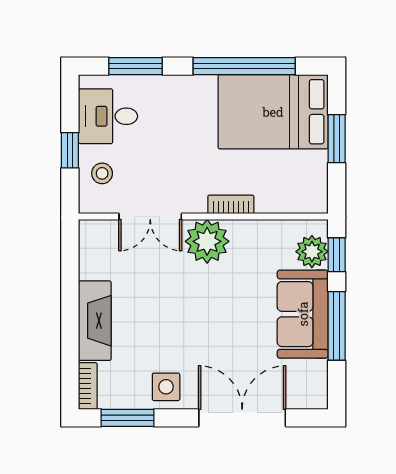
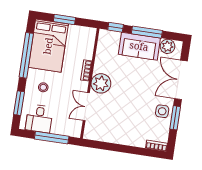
window: (70, 150) -> (52, 138), width x2.17
stool: (102, 173) -> (43, 87), moved
double door: (150, 216) -> (86, 107), swing flipped
plant: (312, 252) -> (168, 46), moved
fireplace: (95, 321) -> (128, 138), removed
window: (128, 418) -> (175, 118), moved

